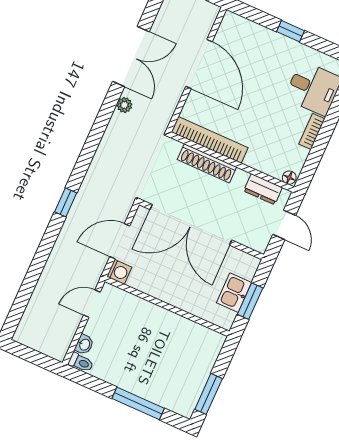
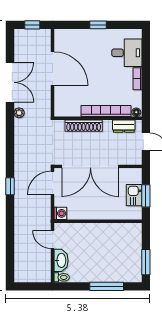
bookcase: (210, 140) -> (106, 111), moved
door: (120, 241) -> (53, 183), moved
door: (92, 304) -> (53, 239), hinge flipped
washbasin: (84, 344) -> (61, 260), width x1.91, depth x1.45

